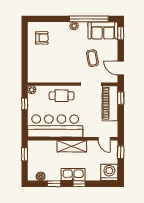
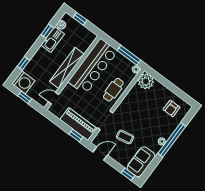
window: (89, 19) -> (172, 140), moved
plant: (35, 75) -> (146, 81), added
window: (25, 104) -> (129, 55), width x2.17
shelving: (72, 146) -> (67, 68), width x1.47
window: (121, 152) -> (25, 97), moved
window: (25, 154) -> (80, 19), moved
kitchen sink: (73, 175) -> (53, 39), moved
window: (79, 184) -> (23, 63), moved

